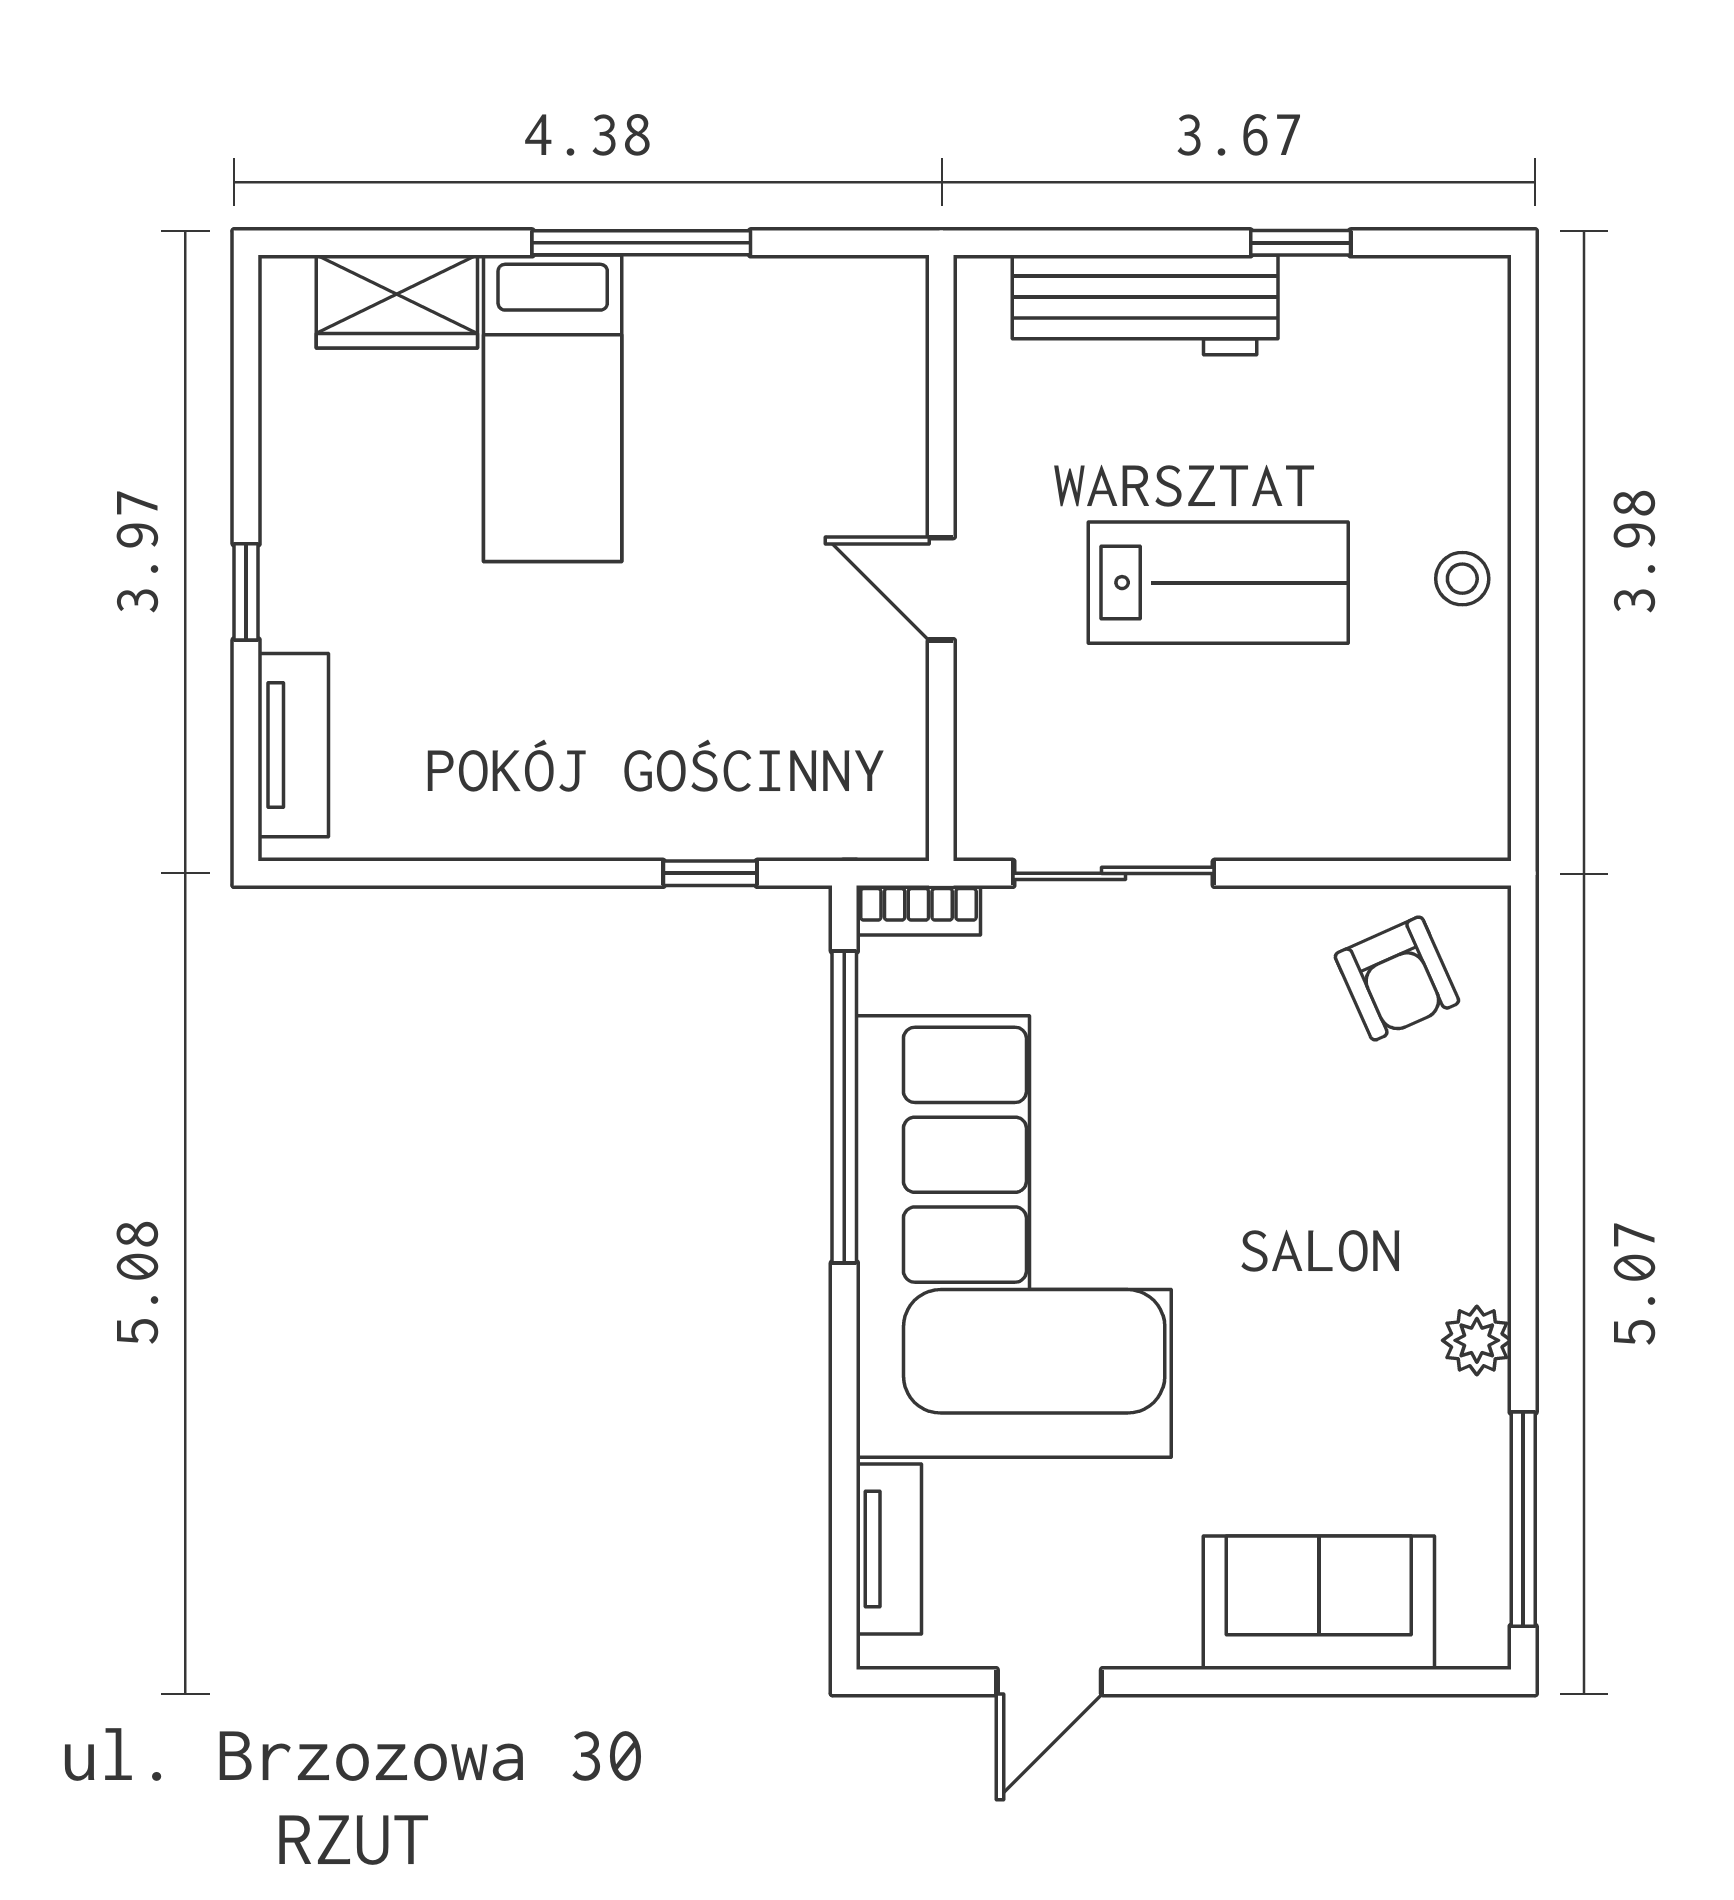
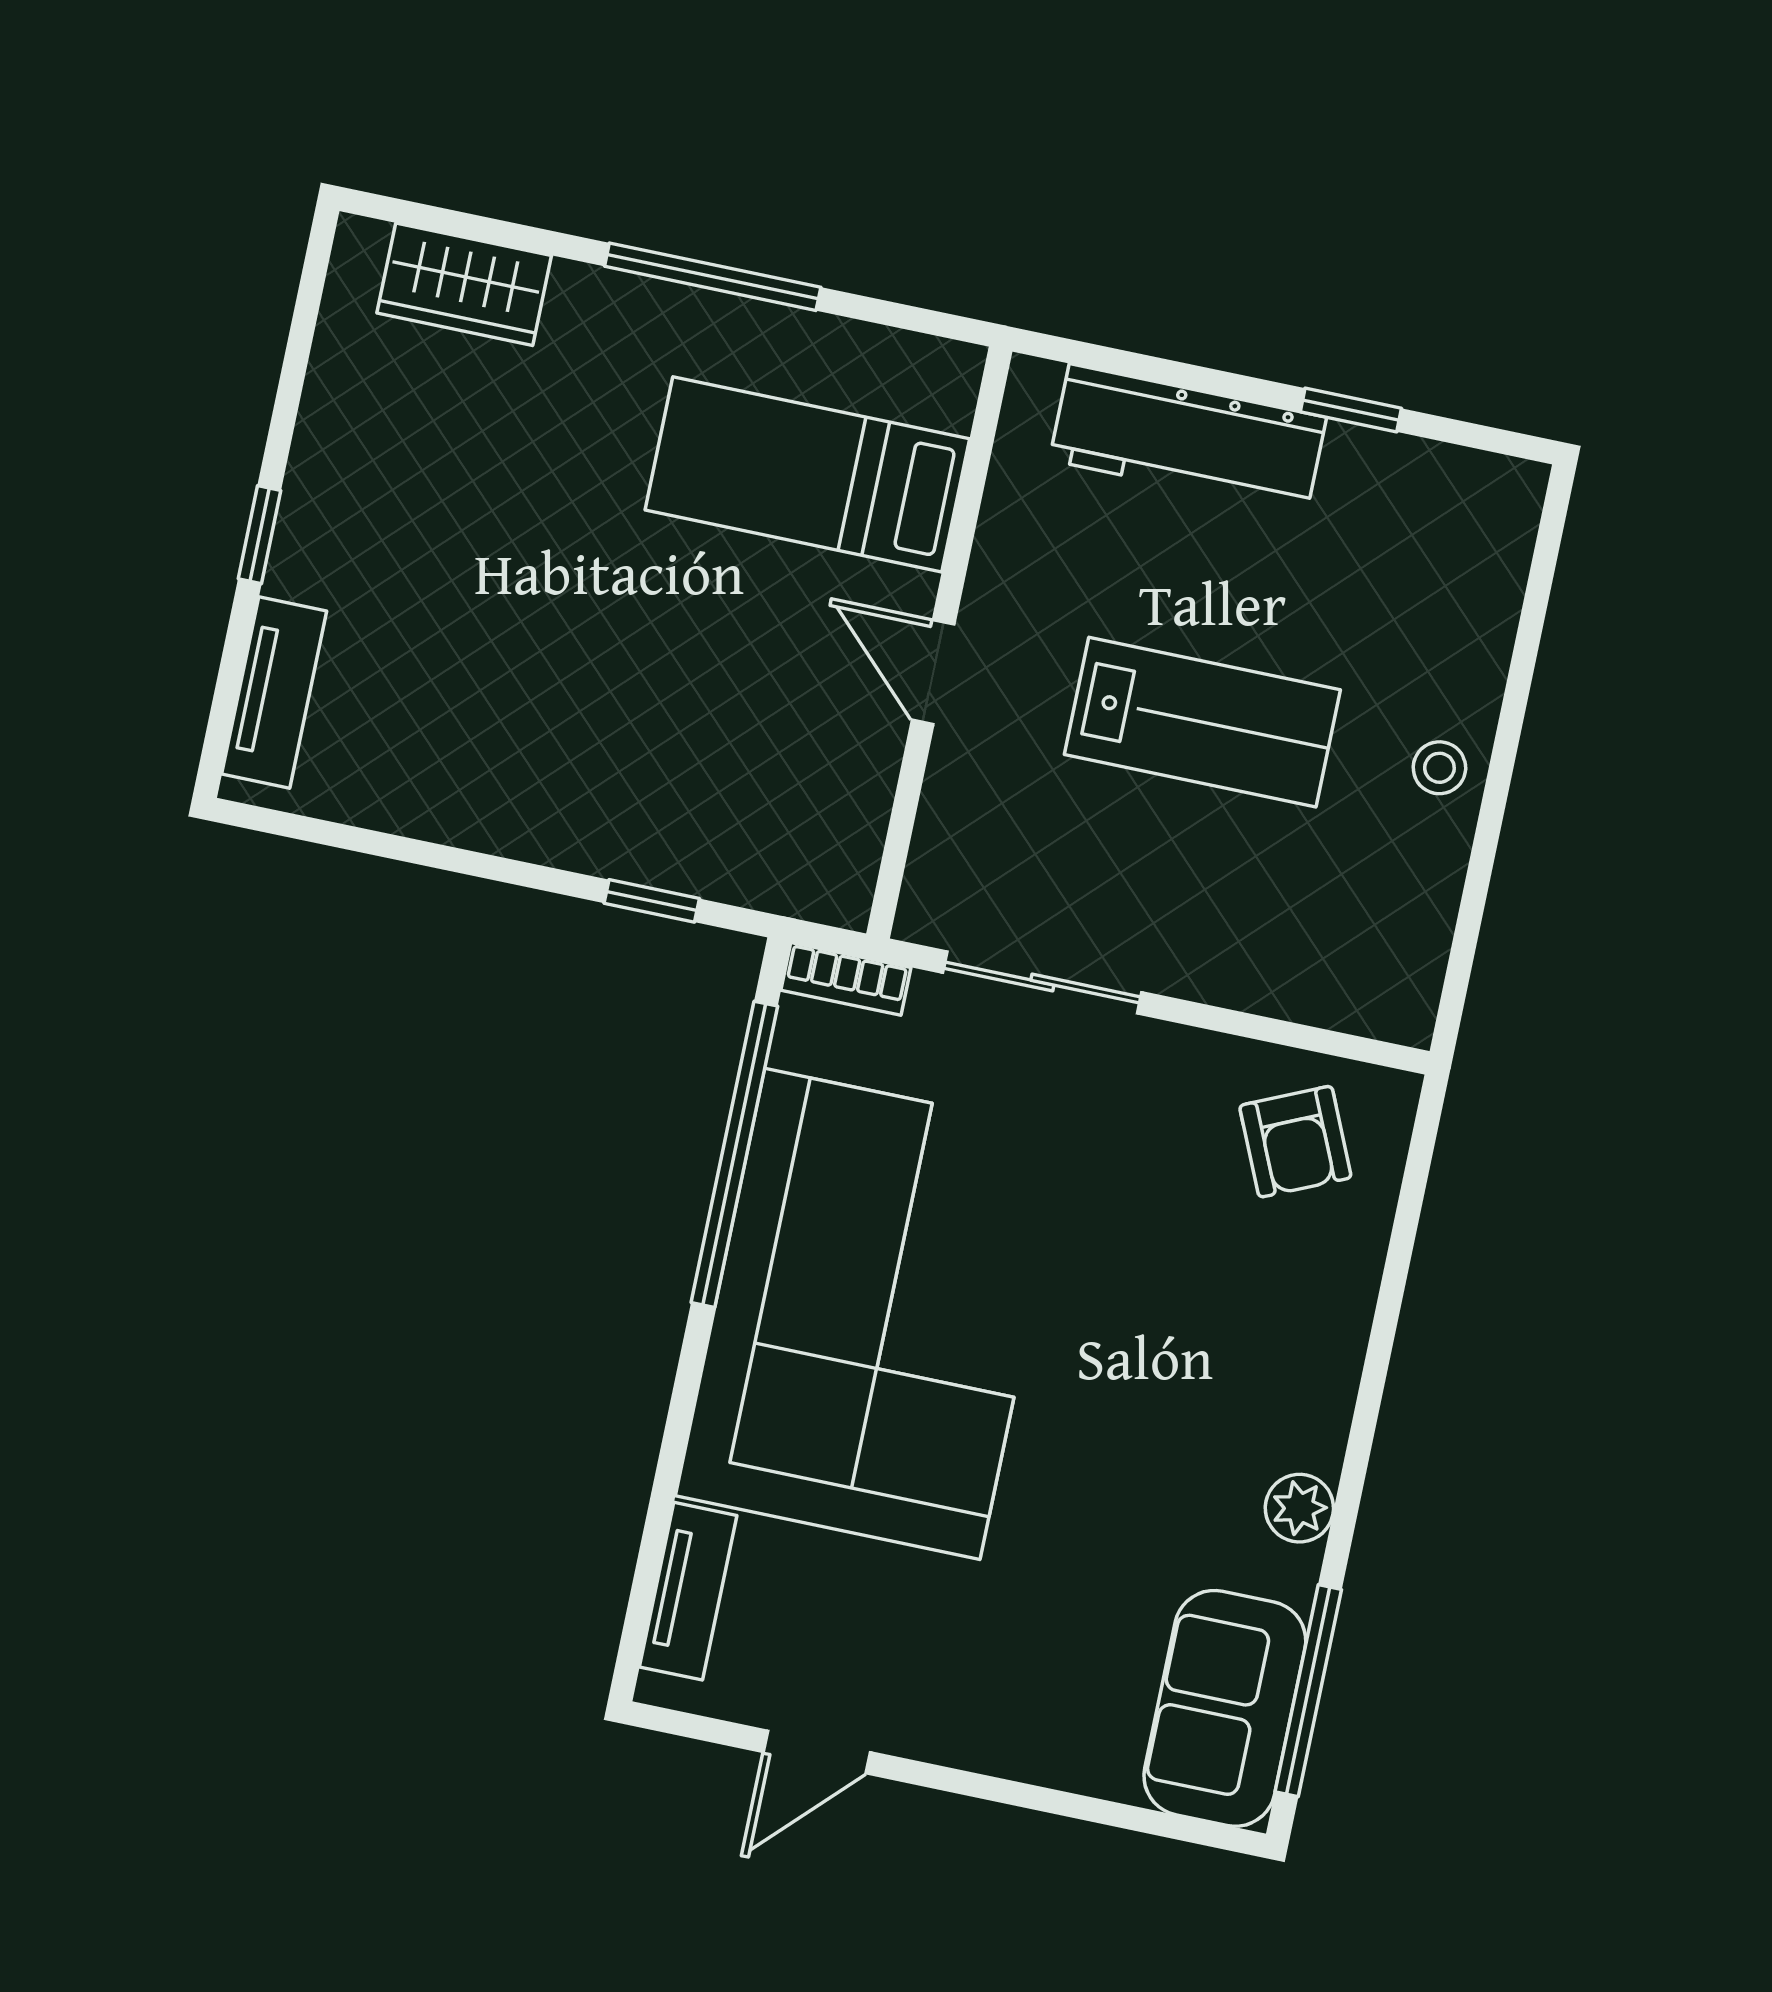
bed: (553, 408) -> (807, 474), moved, turned 90
sofa: (1319, 1603) -> (1225, 1708), moved, turned -90

